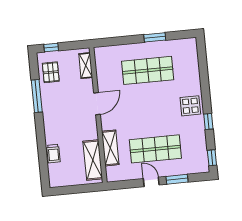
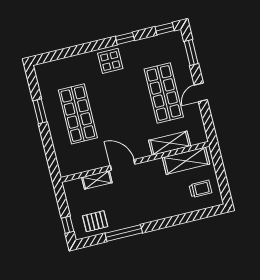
shelving: (86, 66) -> (97, 180), moved
trolley: (53, 154) -> (200, 189), moved
window: (177, 179) -> (191, 53), moved

